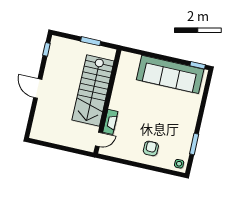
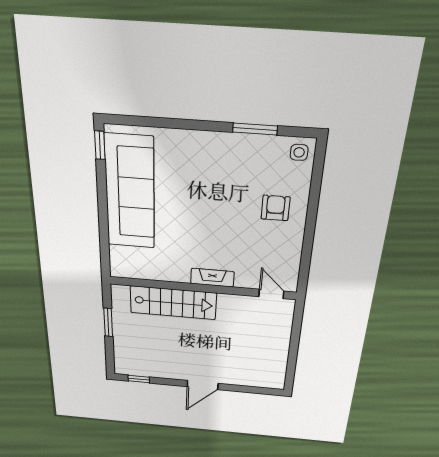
stairs: (93, 90) -> (173, 303), width x0.73, depth x0.66
fireplace: (110, 122) -> (212, 278), moved
armchair: (151, 148) -> (276, 208), turned 90

